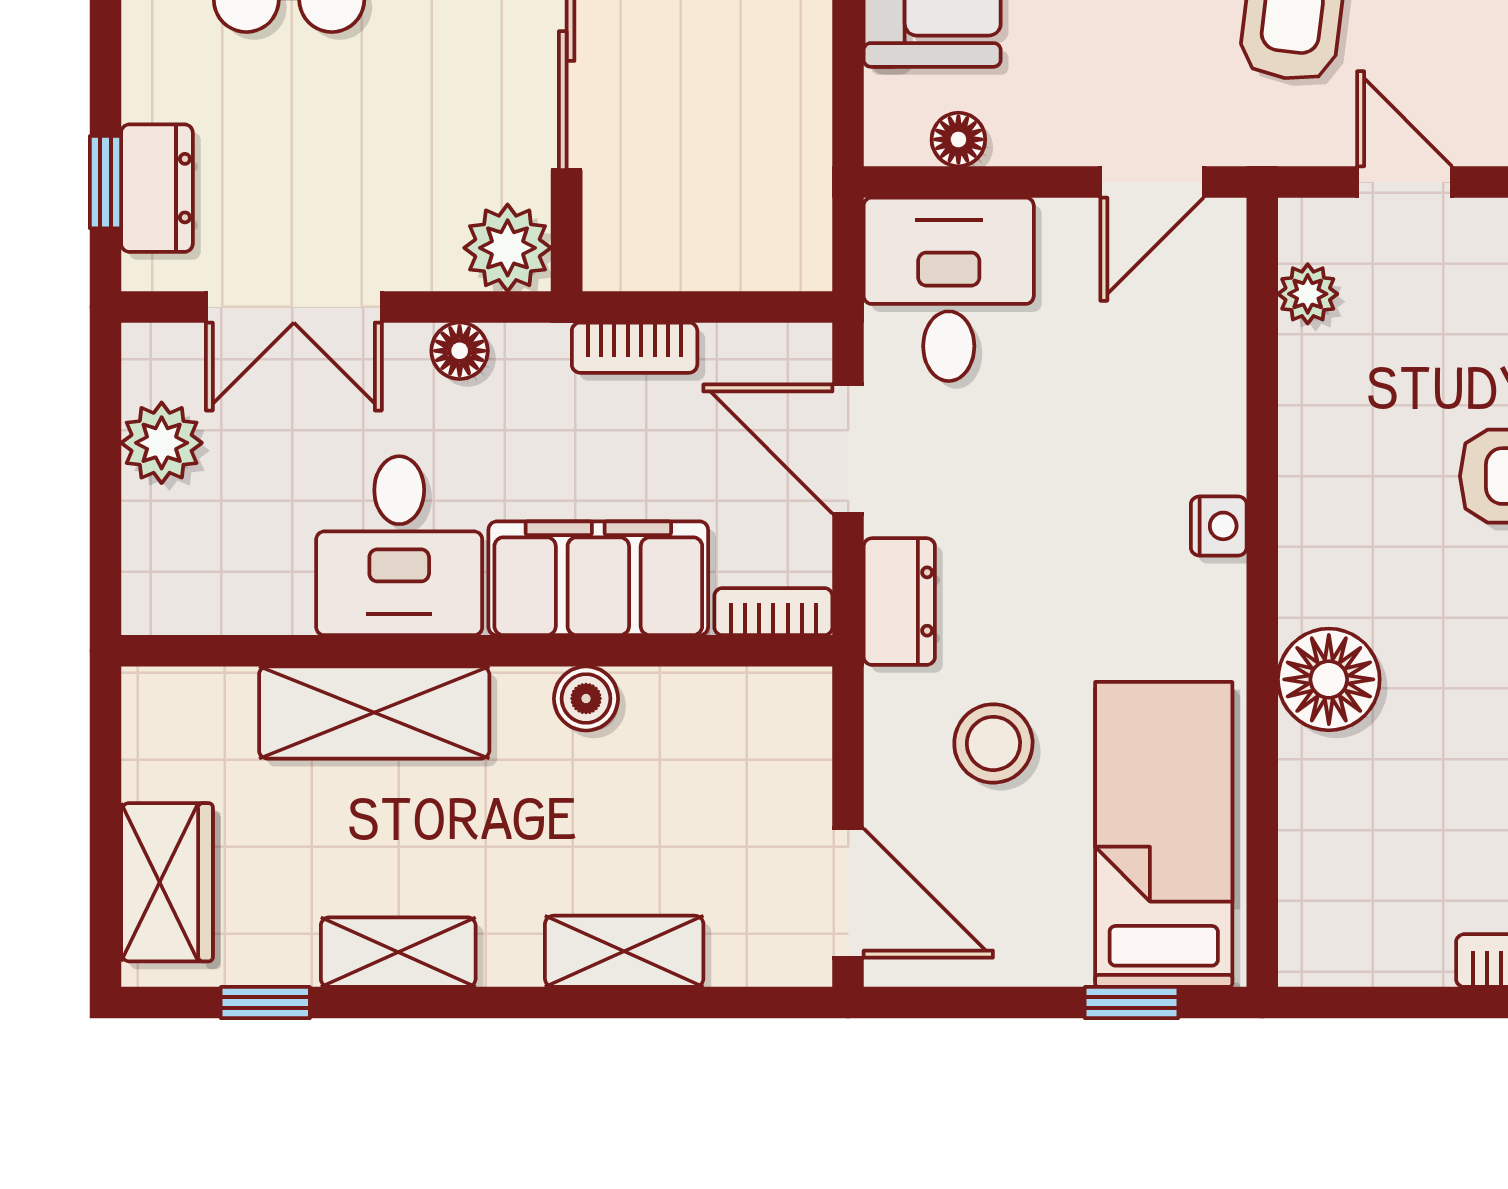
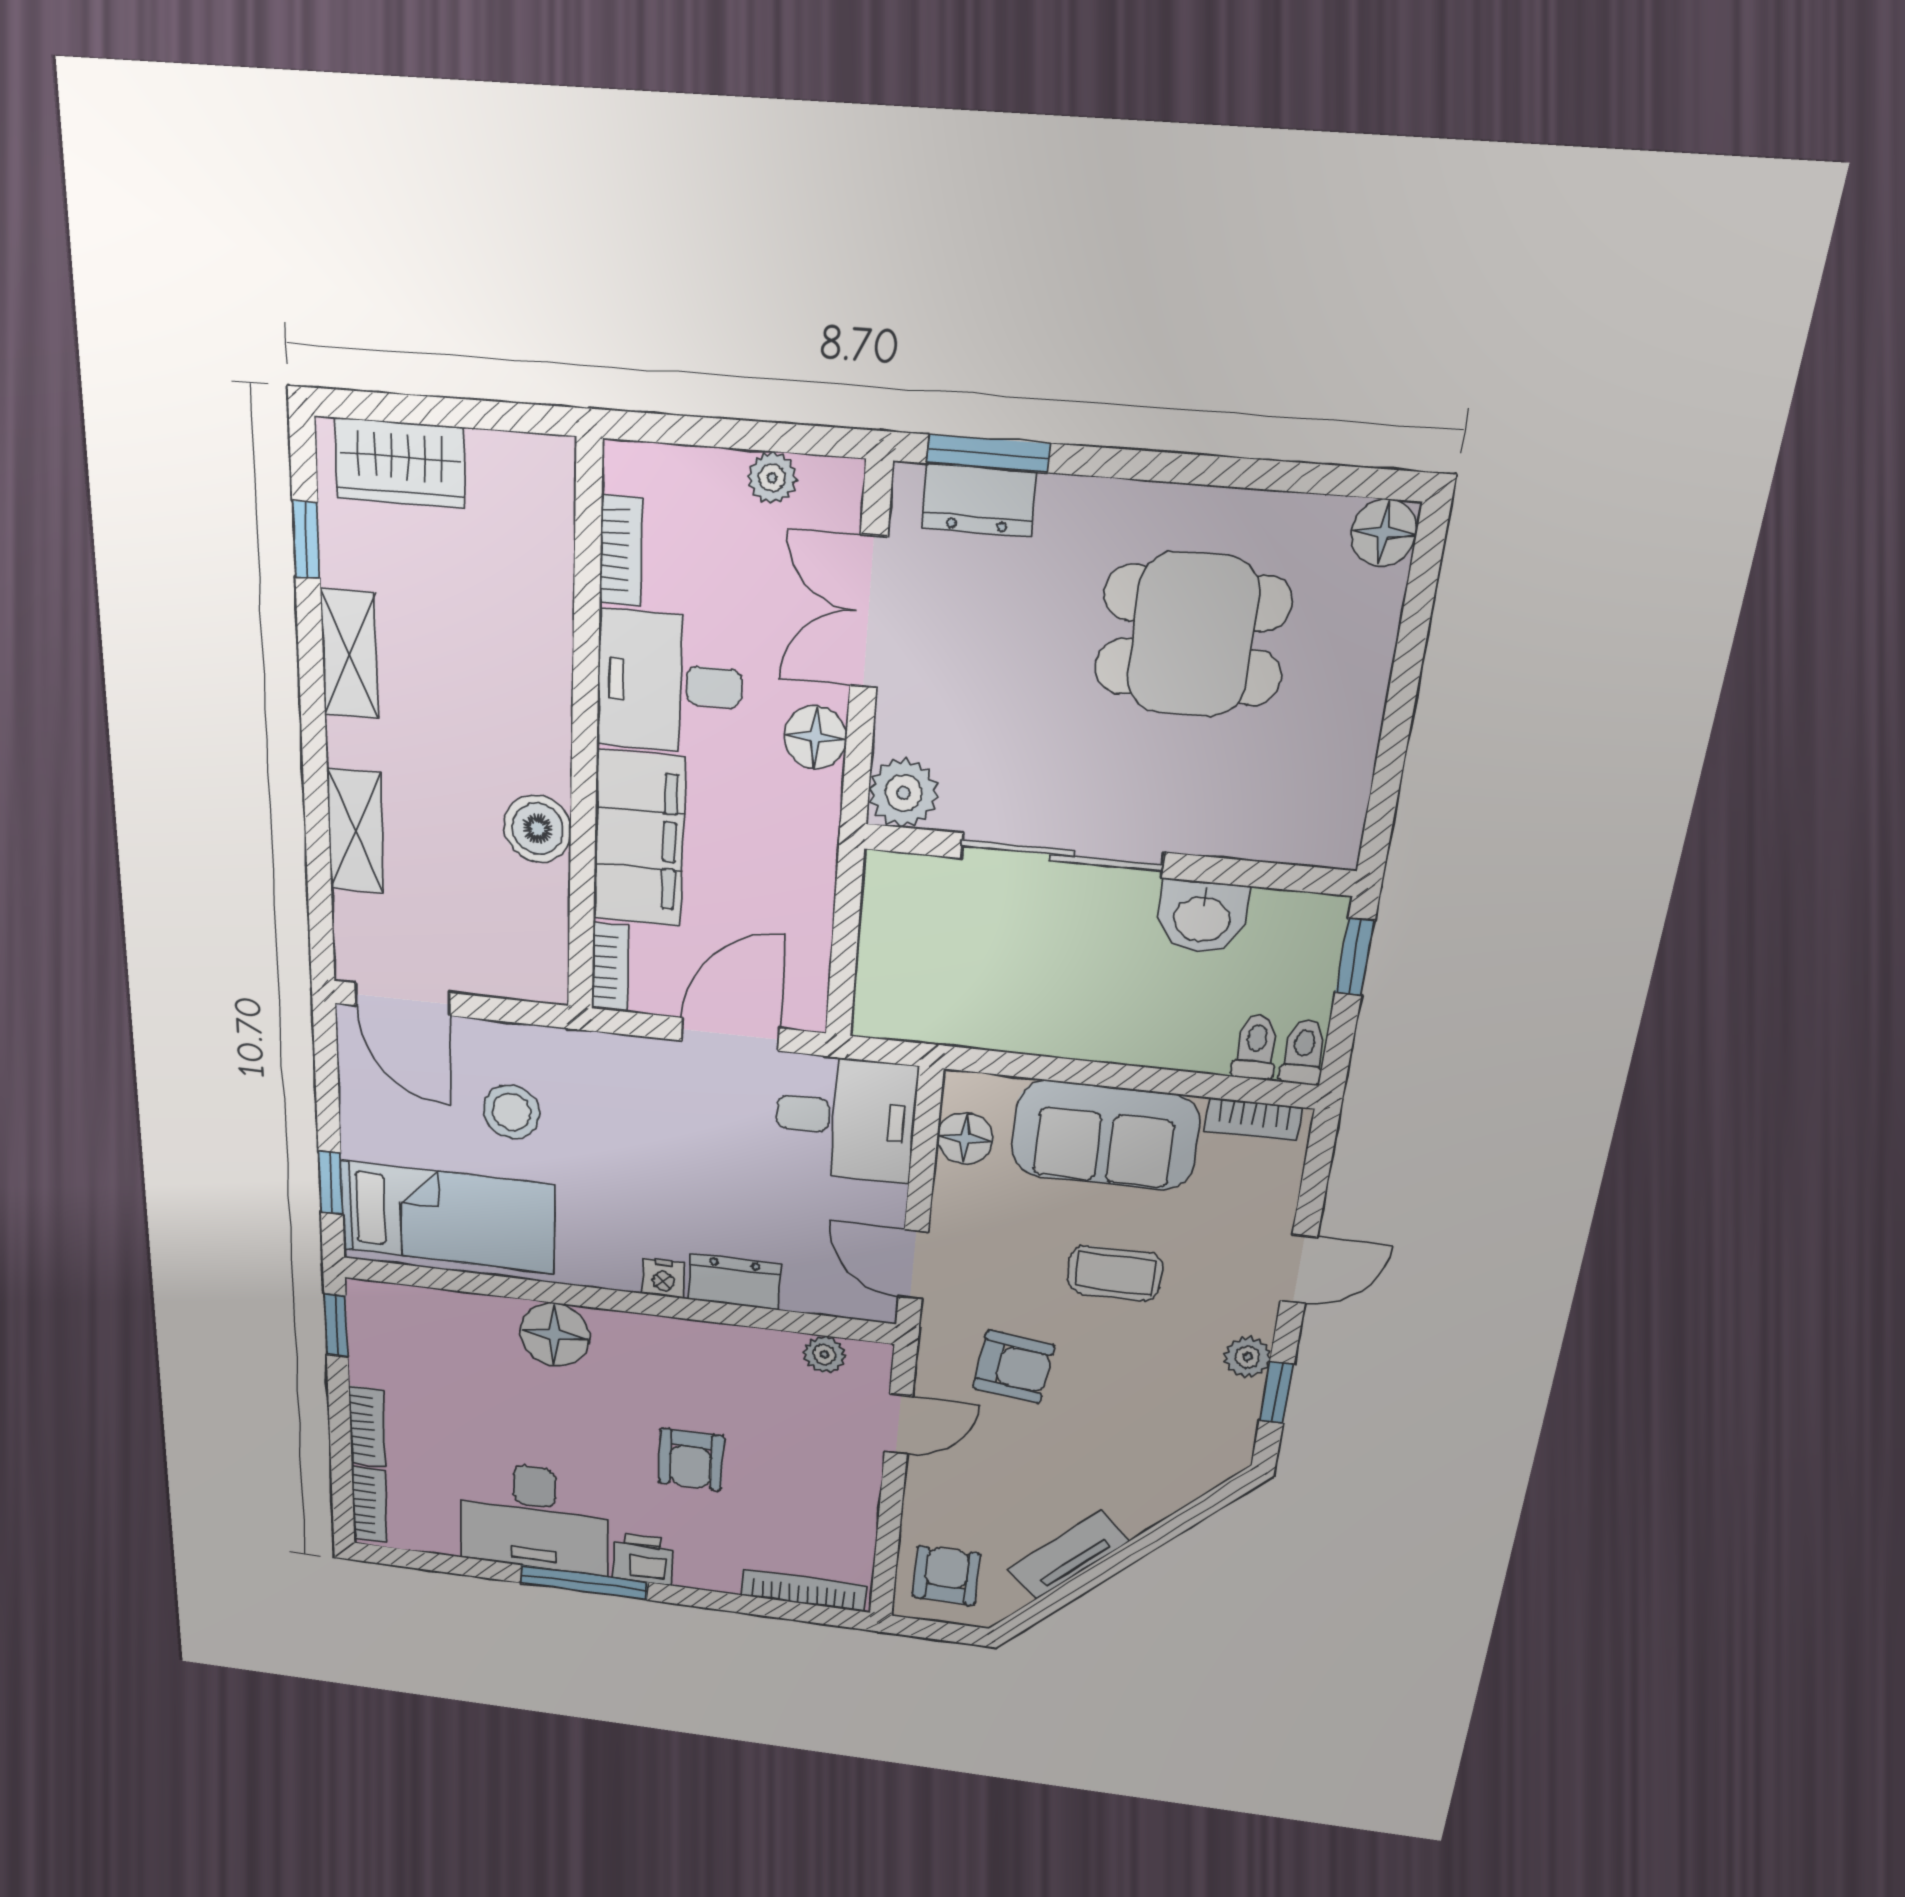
floor lamp: (958, 139) -> (965, 1138), width x1.37, depth x1.37
window: (105, 182) -> (988, 454), width x1.50
bookcase: (635, 348) -> (621, 551), moved, turned 180
floor lamp: (460, 351) -> (815, 737), width x1.37, depth x1.37
plant: (162, 443) -> (772, 478), width x0.73, depth x0.73
dresser: (899, 602) -> (734, 1282), moved, turned 180
boiler: (586, 699) -> (537, 829), width x1.36, depth x1.36
shelving: (374, 713) -> (537, 651), removed
door: (848, 893) -> (403, 999), hinge flipped
window: (1358, 1003) -> (336, 1325), added

